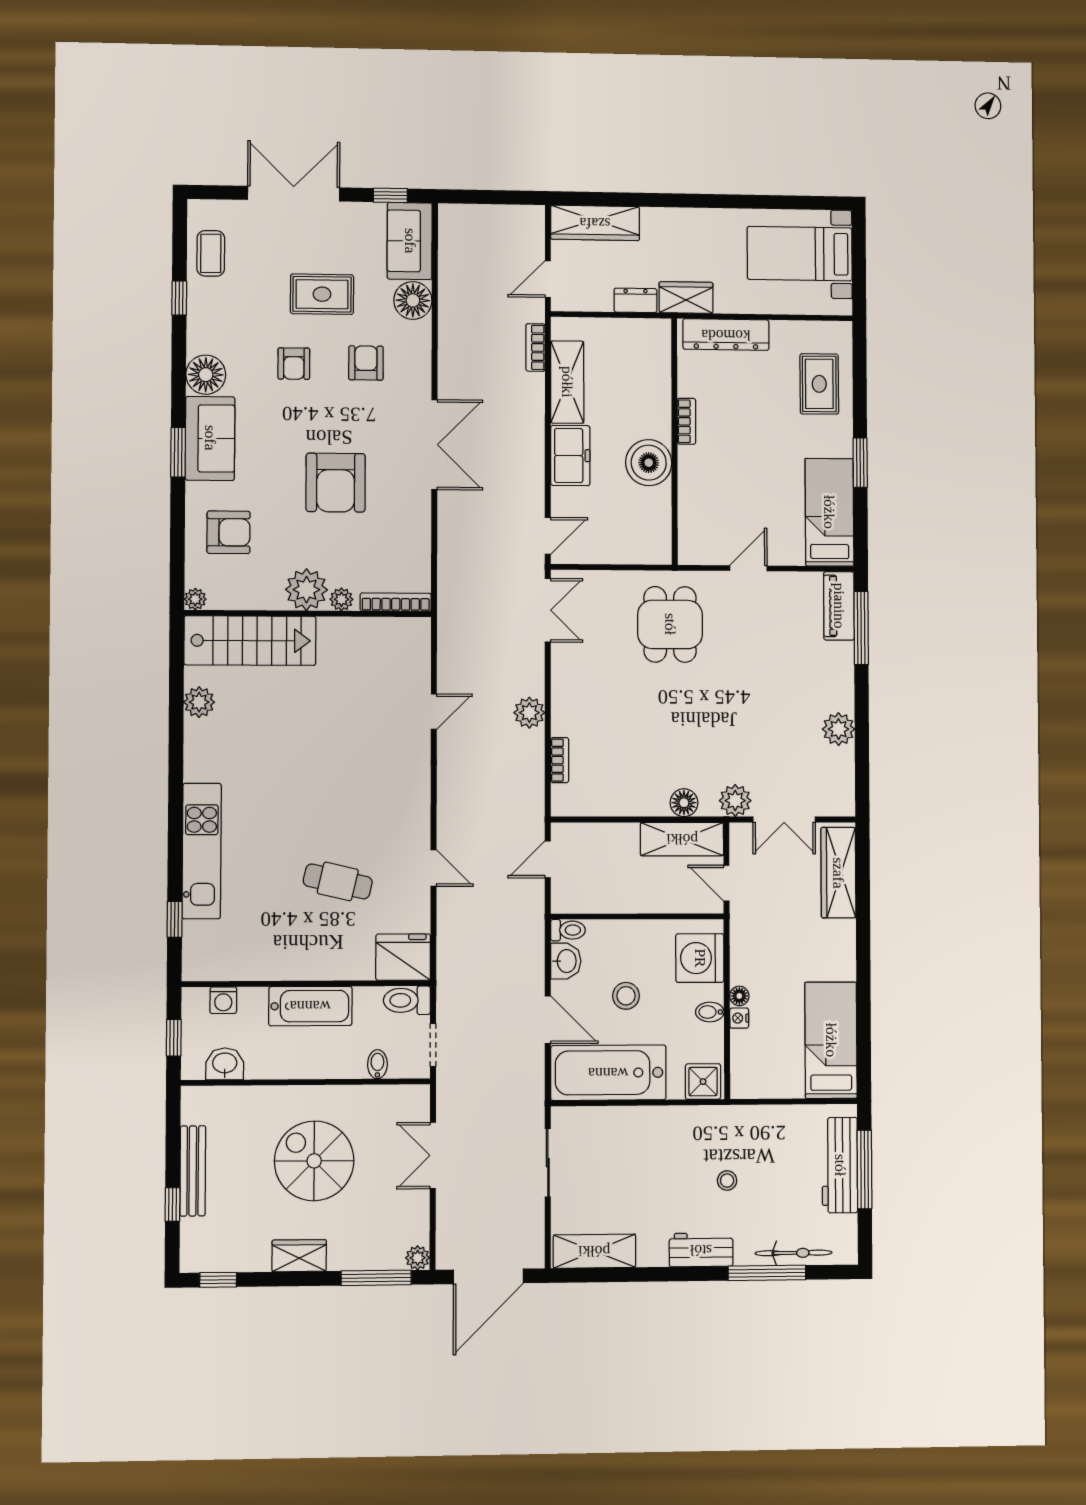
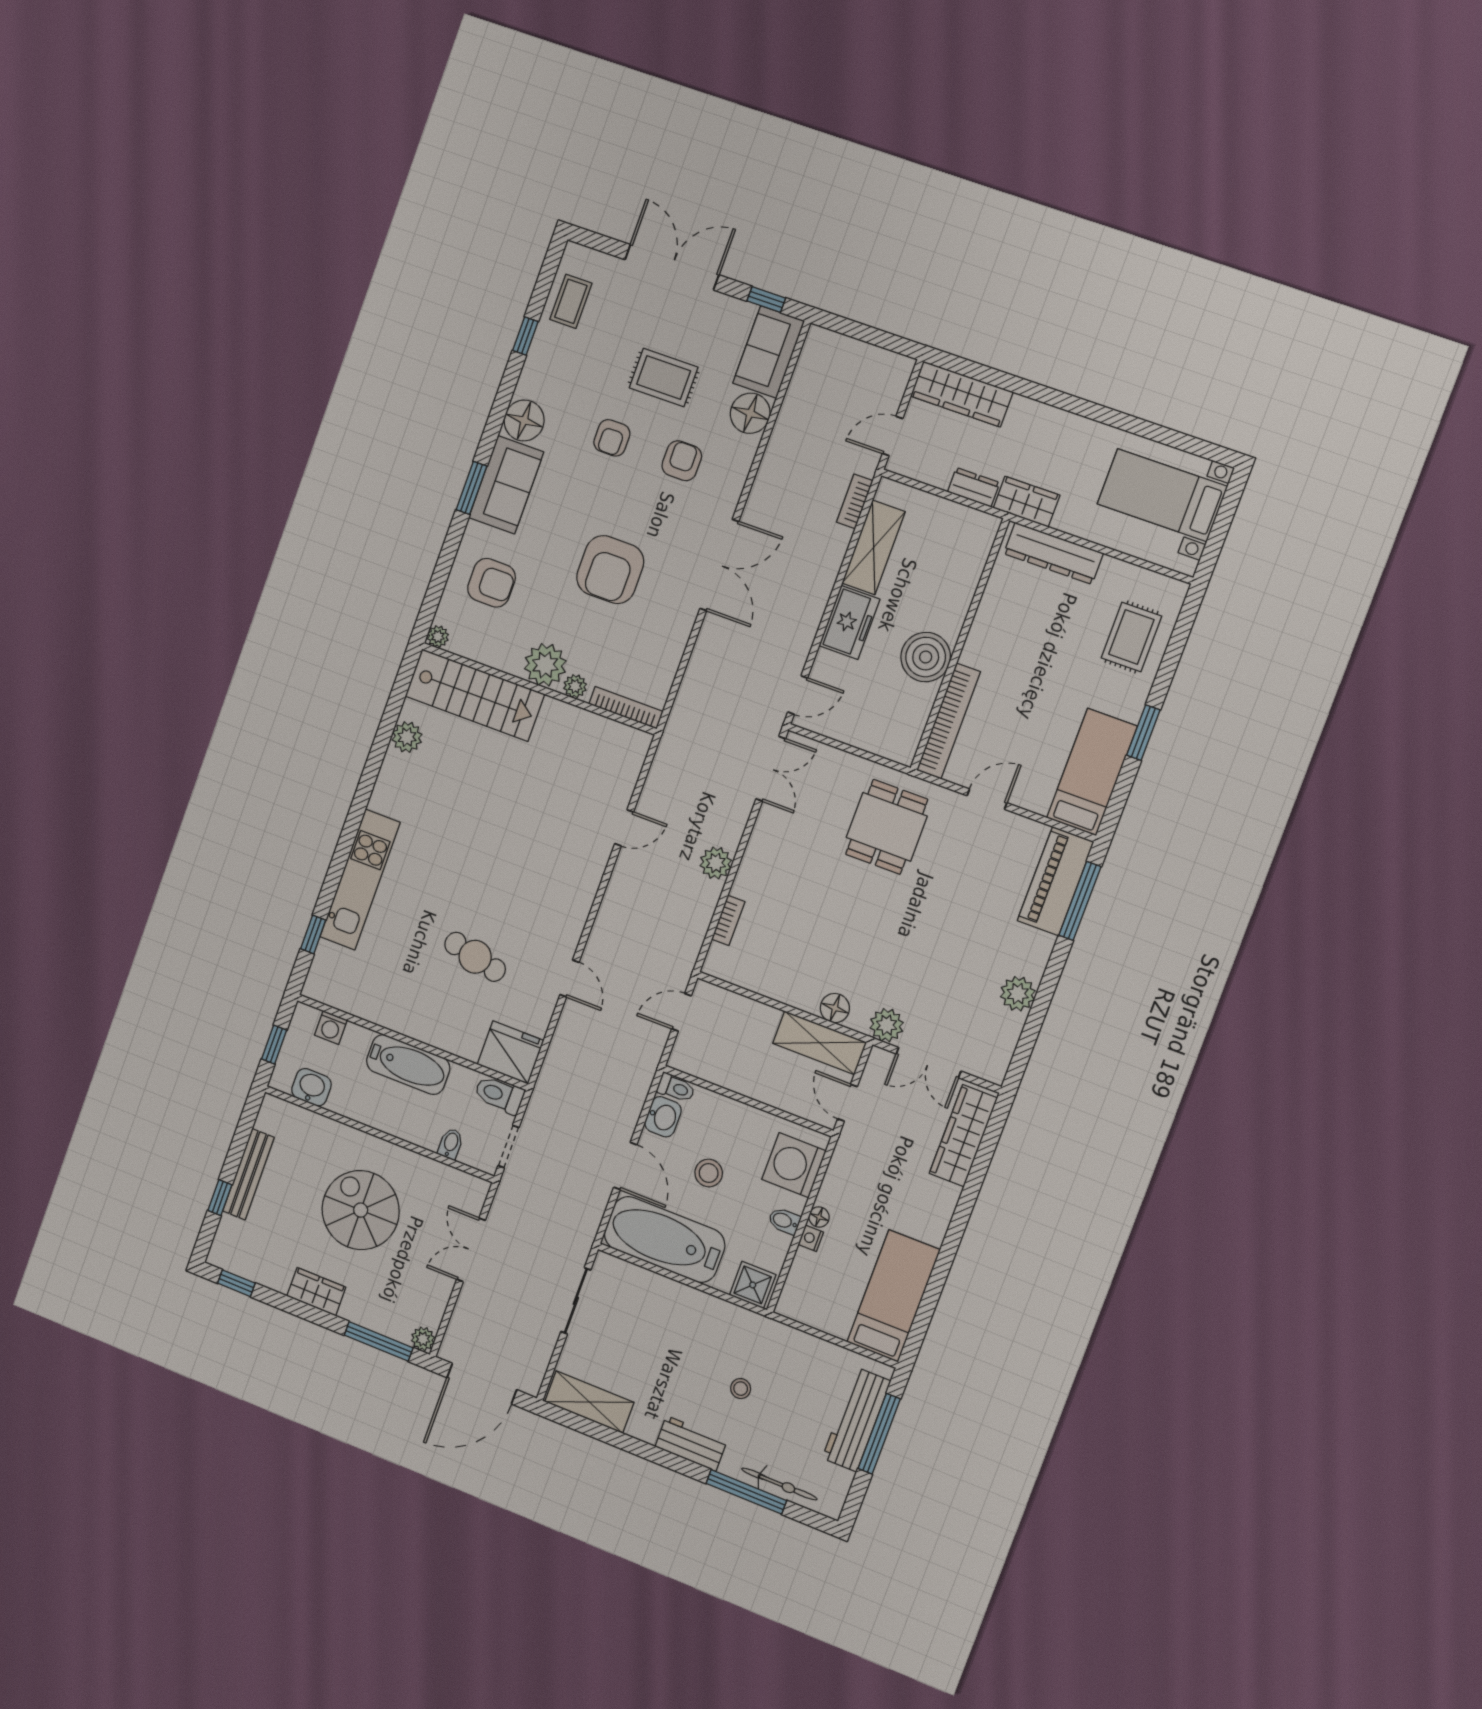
bookcase: (686, 421) -> (949, 721), moved, width x2.31, depth x1.31
piano: (839, 606) -> (1056, 881), width x1.37, depth x1.33

